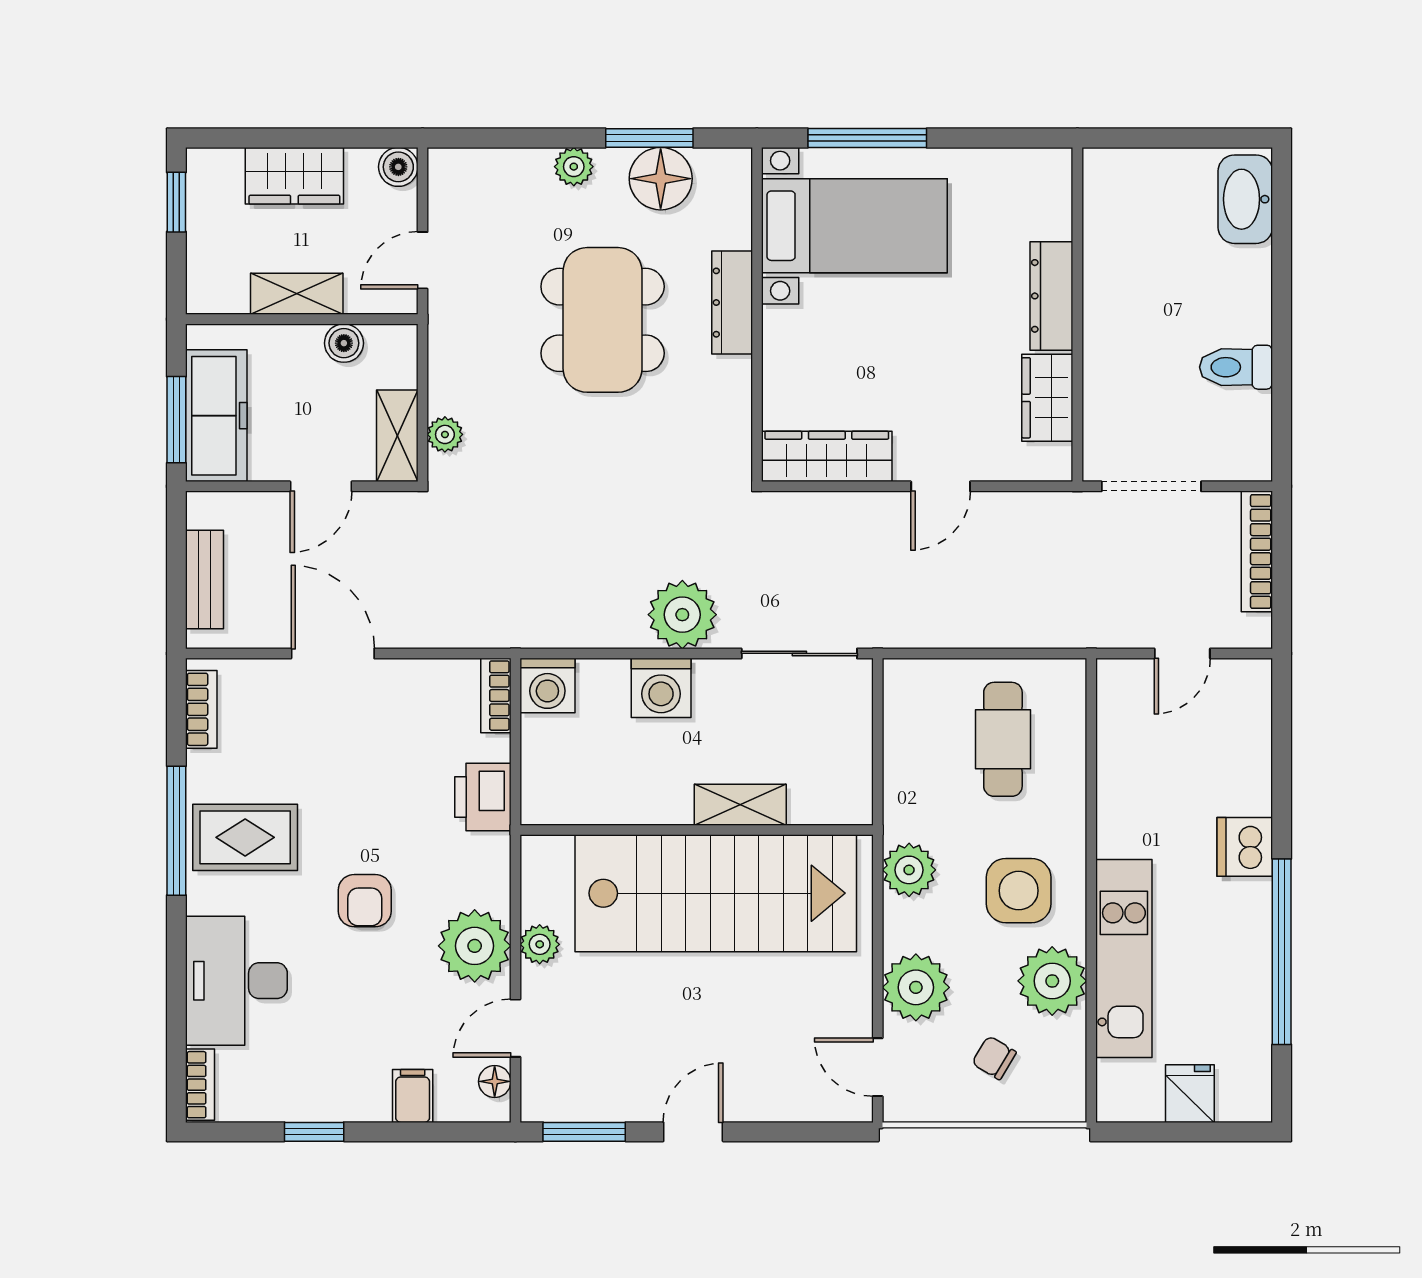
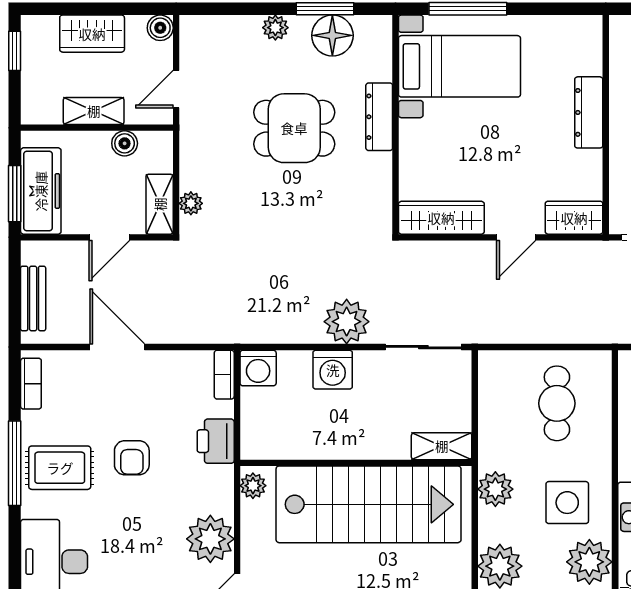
dining table: (603, 320) -> (294, 128), width x0.73
wardrobe: (1047, 398) -> (574, 218), moved, turned 90
shelving: (740, 805) -> (442, 446), moved
armchair: (365, 901) -> (132, 458), moved
plant: (540, 944) -> (253, 486), moved

